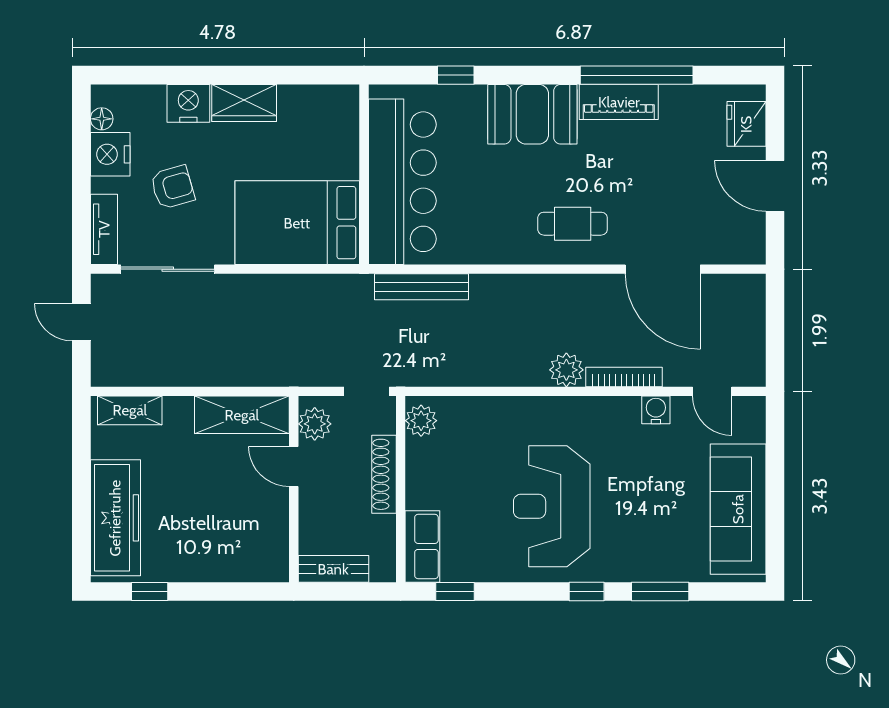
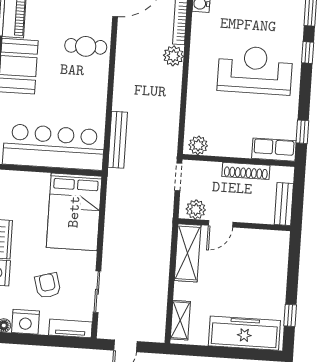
cafe table: (573, 224) -> (86, 46), turned 90
sliding door: (168, 269) -> (97, 292), width x0.73
shoe rack: (384, 474) -> (246, 171), moved
reception desk: (552, 506) -> (255, 70), turned 180

